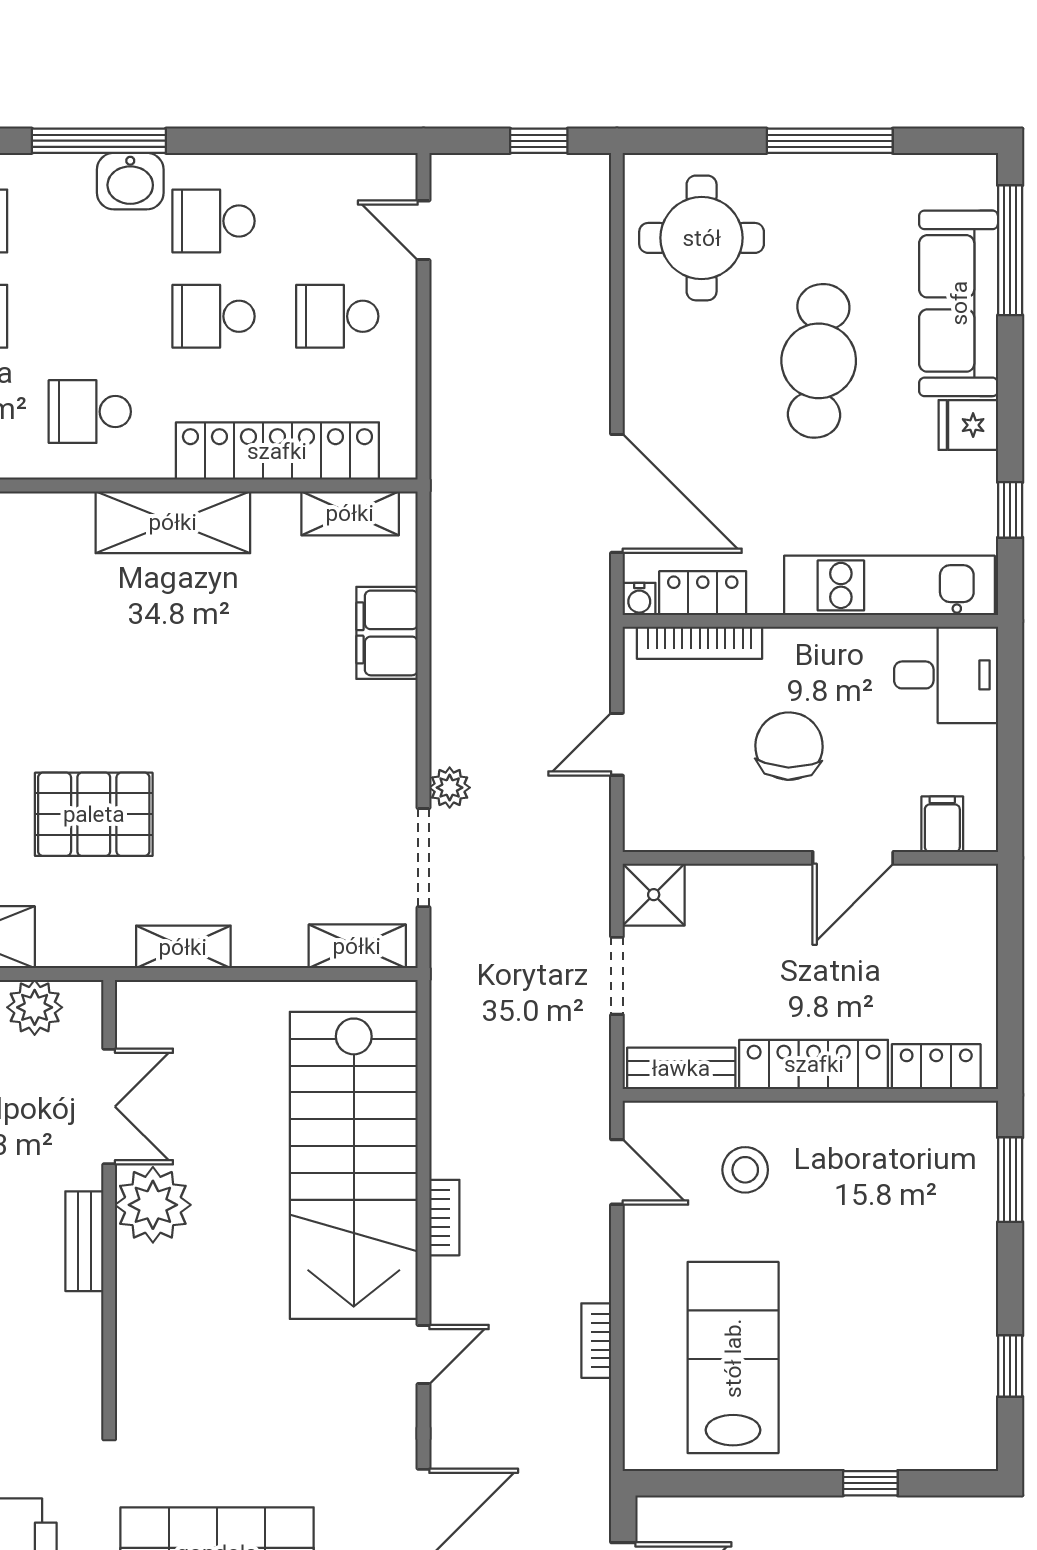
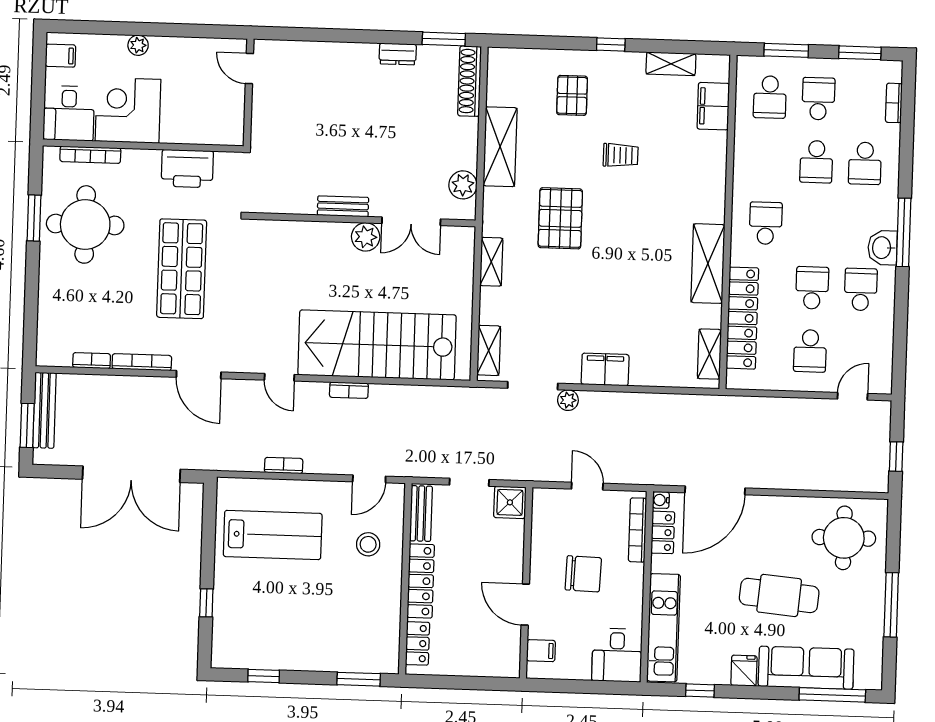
school desk: (337, 316) -> (810, 351), turned 180
filing cabinet: (387, 633) -> (605, 369), moved
plant: (153, 1205) -> (366, 237), width x0.73, depth x0.73

